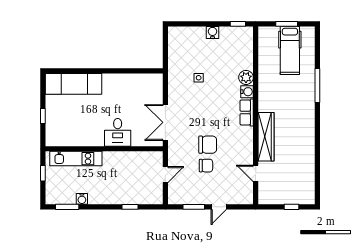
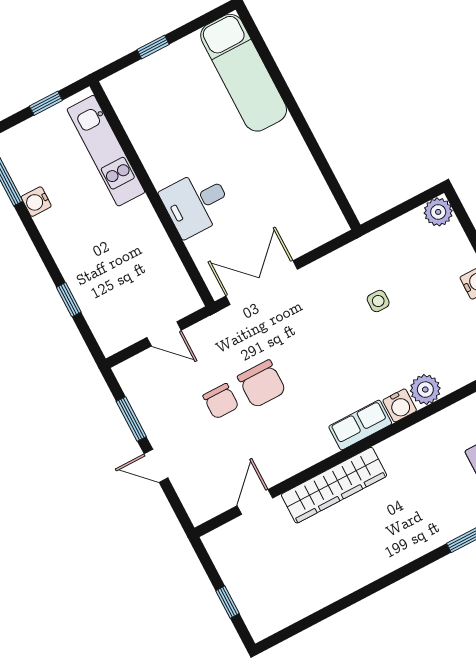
plant: (175, 33) -> (438, 212), added

